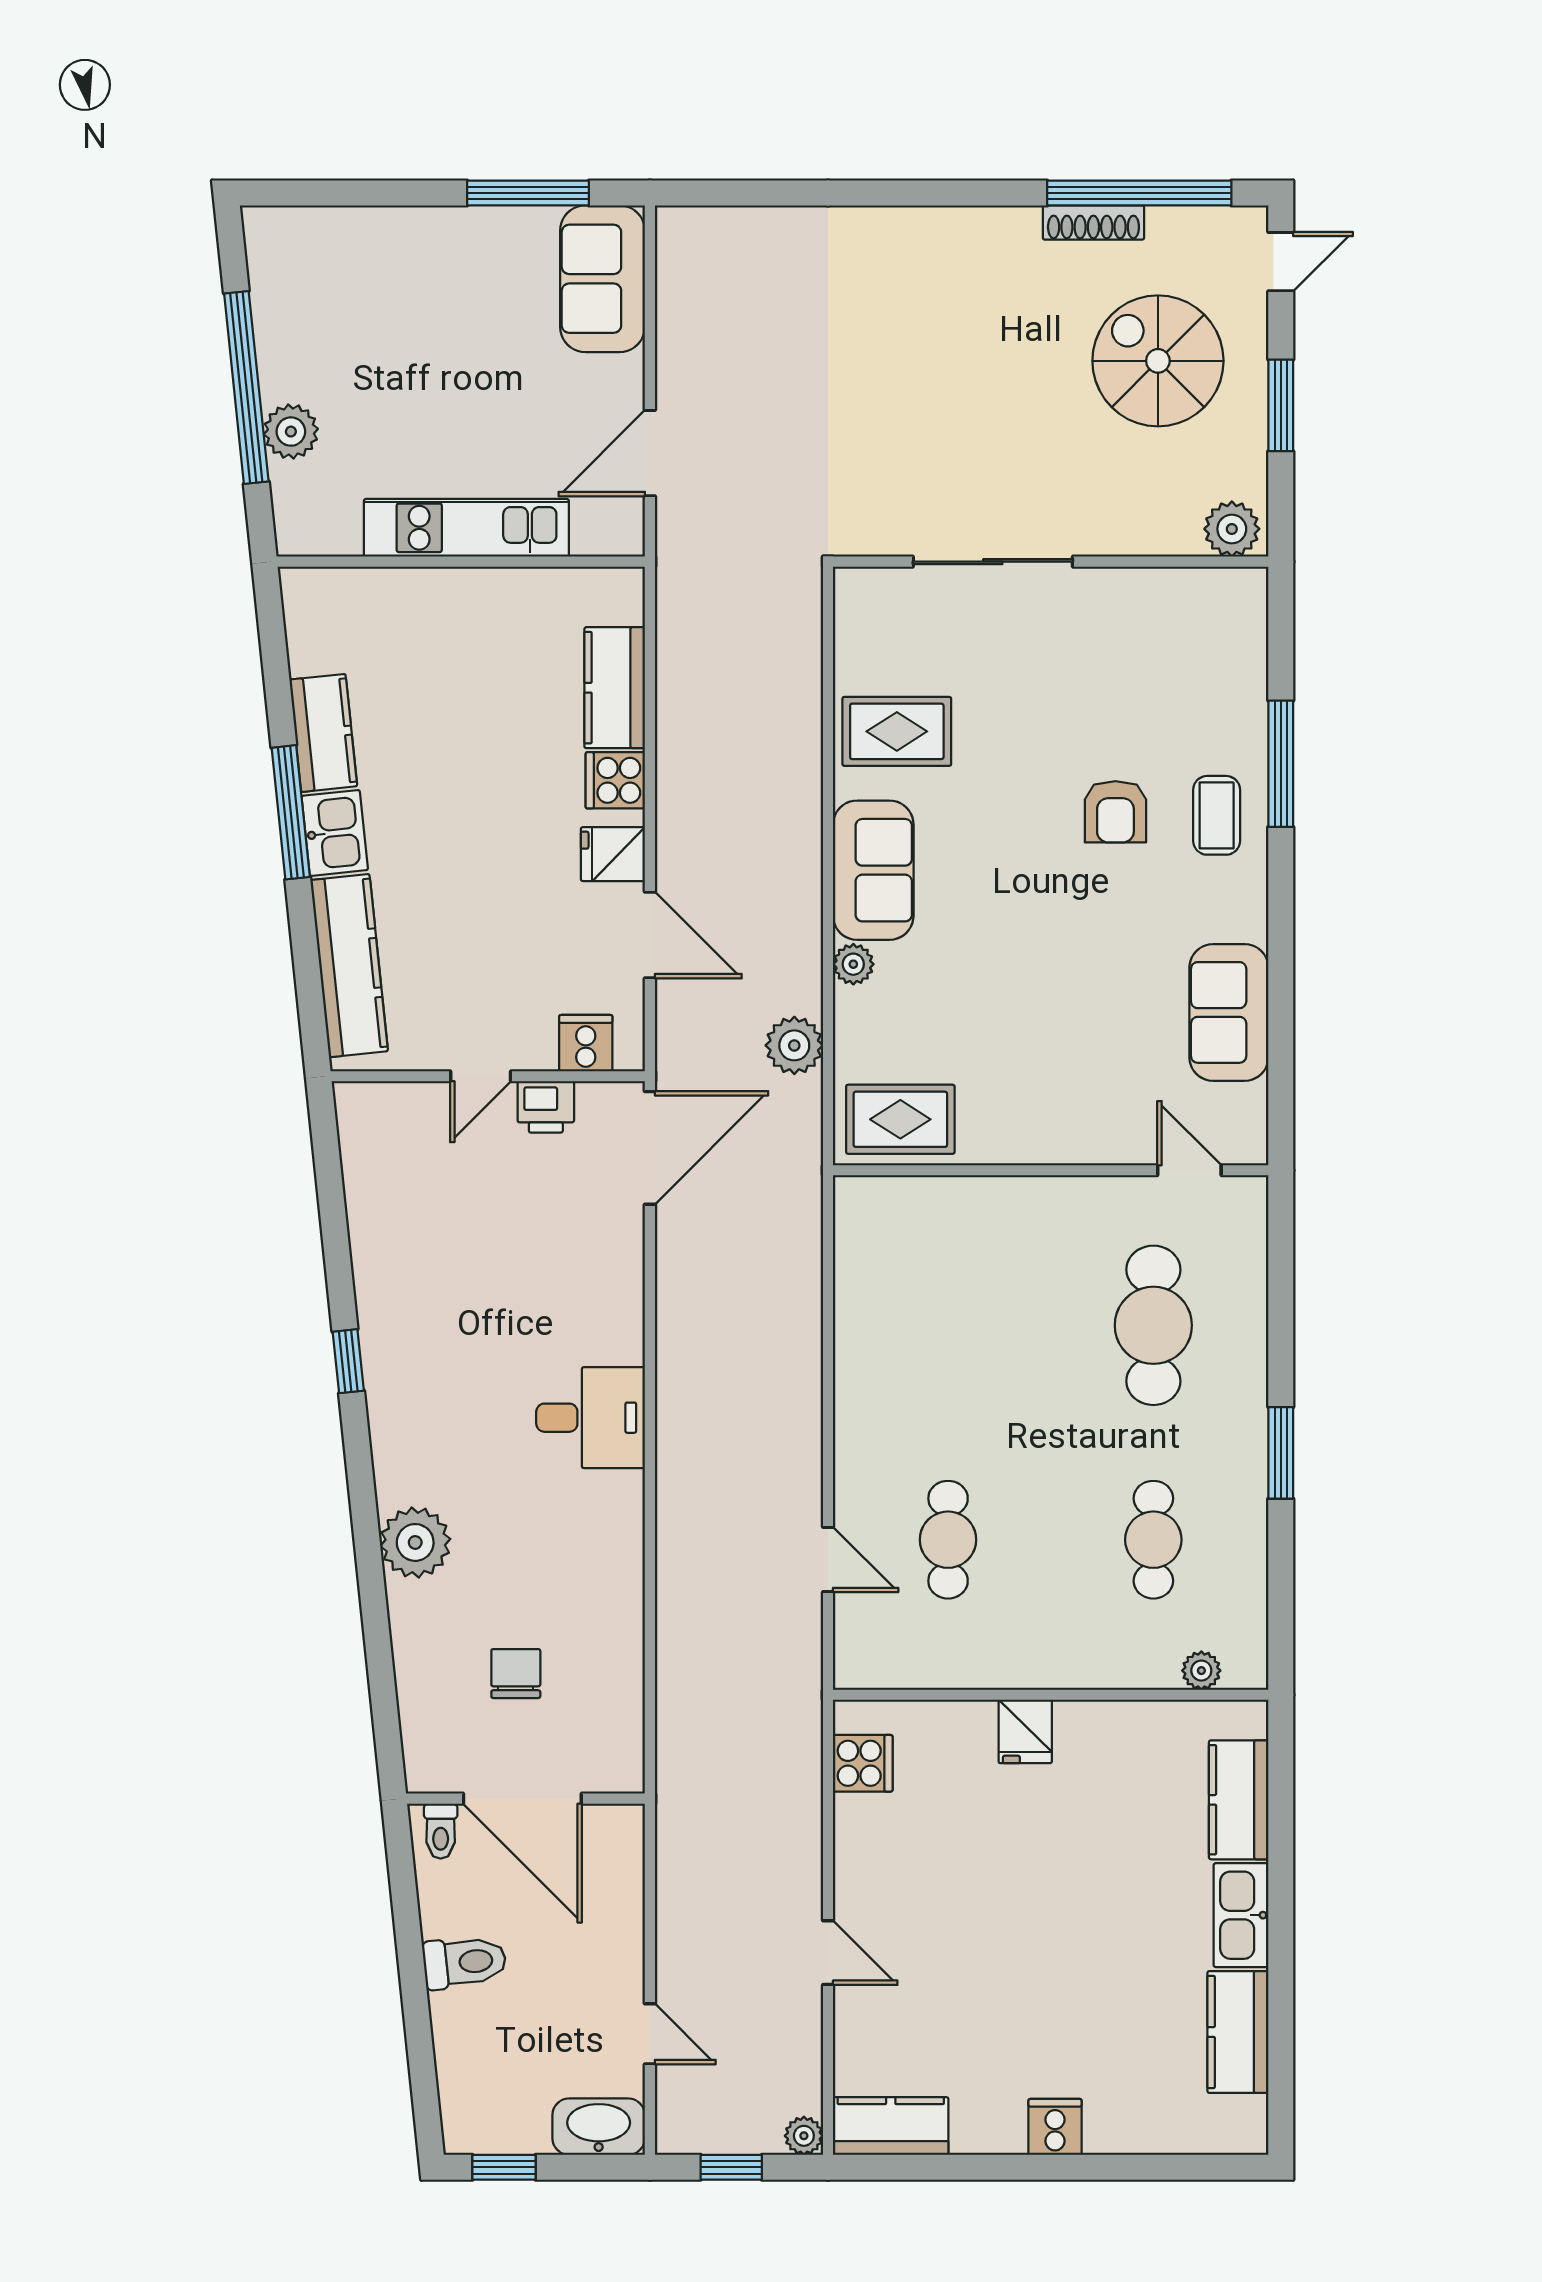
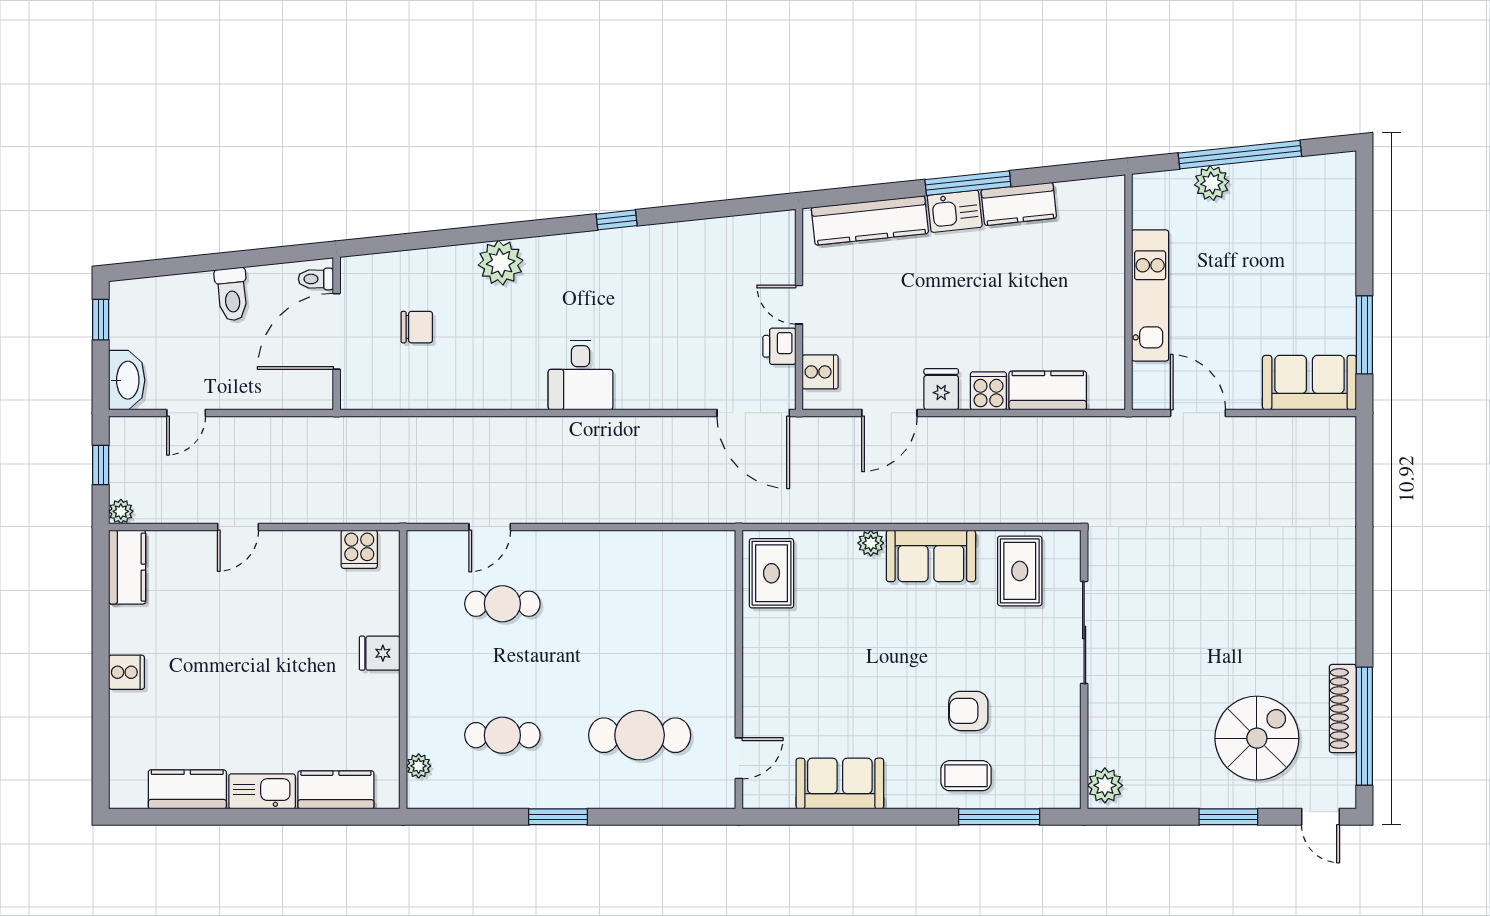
shoe rack: (1093, 223) -> (1343, 709), width x1.36, depth x1.24
plant: (1232, 529) -> (1105, 785), moved
sliding door: (993, 562) -> (1084, 632), moved
wall: (1051, 562) -> (1084, 669), moved
plant: (794, 1045) -> (819, 505), removed

